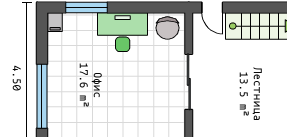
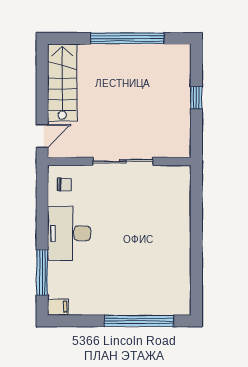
chair: (167, 28) -> (64, 184), width x0.54, depth x0.54

